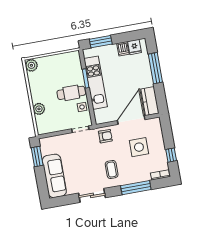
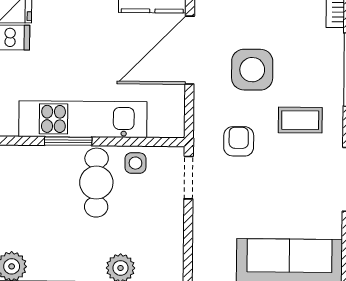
door: (131, 120) -> (190, 50), hinge flipped
armchair: (105, 136) -> (239, 141), moved
side table: (139, 147) -> (252, 70), moved

